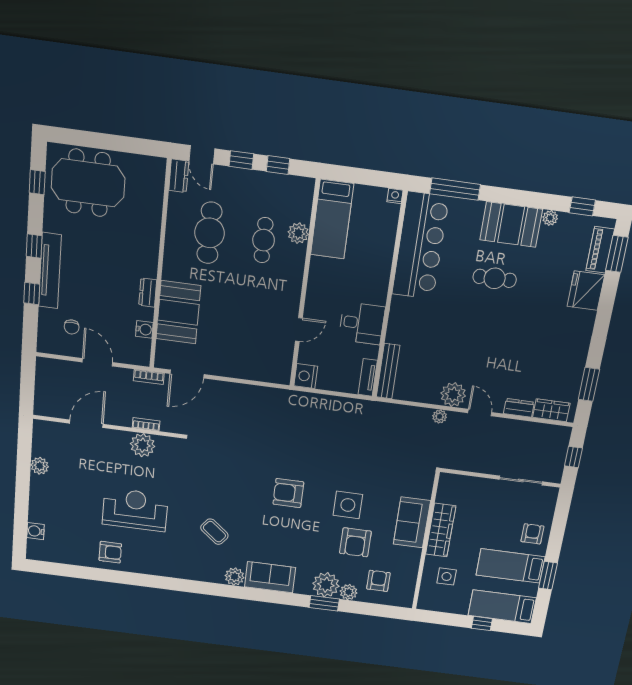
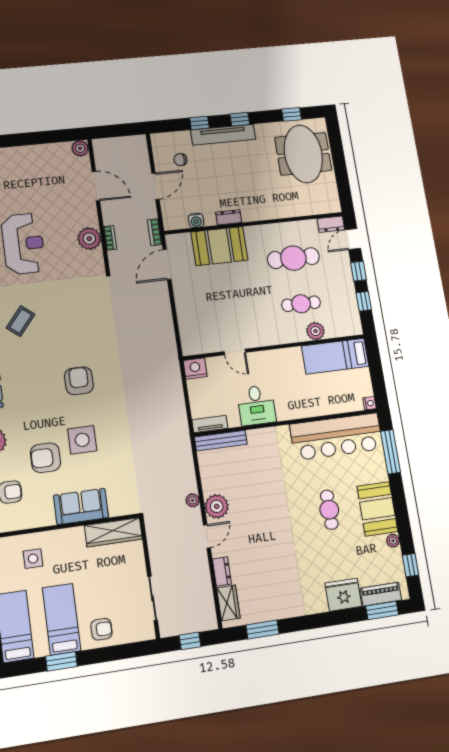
door: (187, 374) -> (167, 264), hinge flipped
plant: (40, 466) -> (80, 148), moved
wardrobe: (441, 530) -> (113, 532), moved

